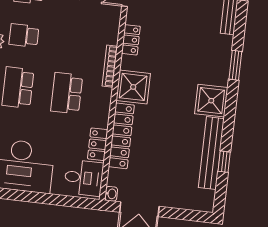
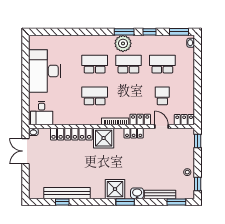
school desk: (24, 35) -> (128, 64), width x1.85
washbasin: (224, 45) -> (137, 193), added
shower: (211, 101) -> (115, 189), moved
locker: (98, 144) -> (140, 119), moved

